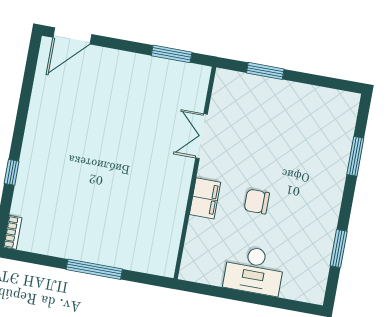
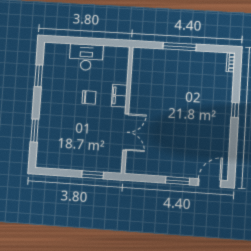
window: (172, 54) -> (178, 181), moved
double door: (201, 136) -> (126, 132), width x1.37
window: (12, 172) -> (235, 110), moved

